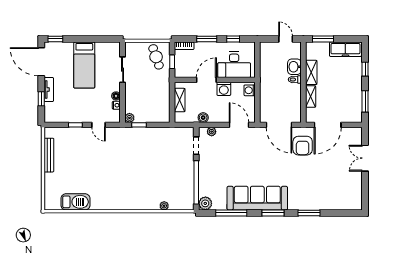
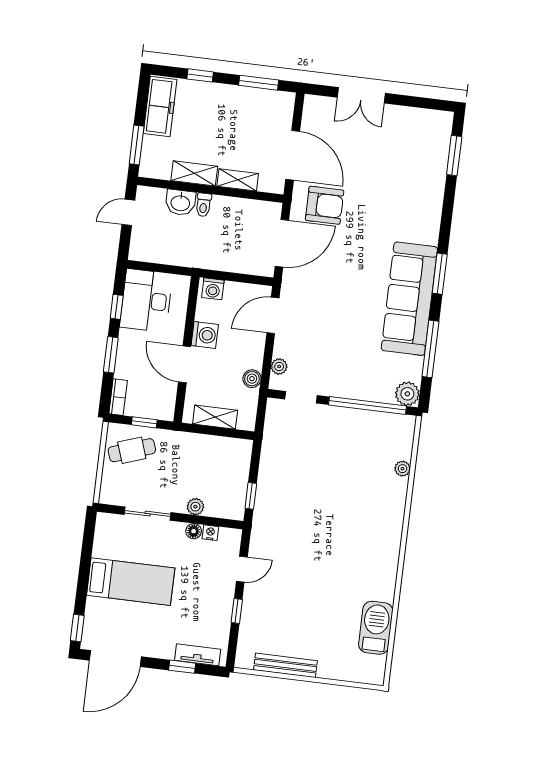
desk: (234, 65) -> (146, 300), moved, turned 180
tv unit: (49, 89) -> (198, 655), moved
plant: (129, 118) -> (195, 507), moved
window: (309, 213) -> (454, 156), moved

